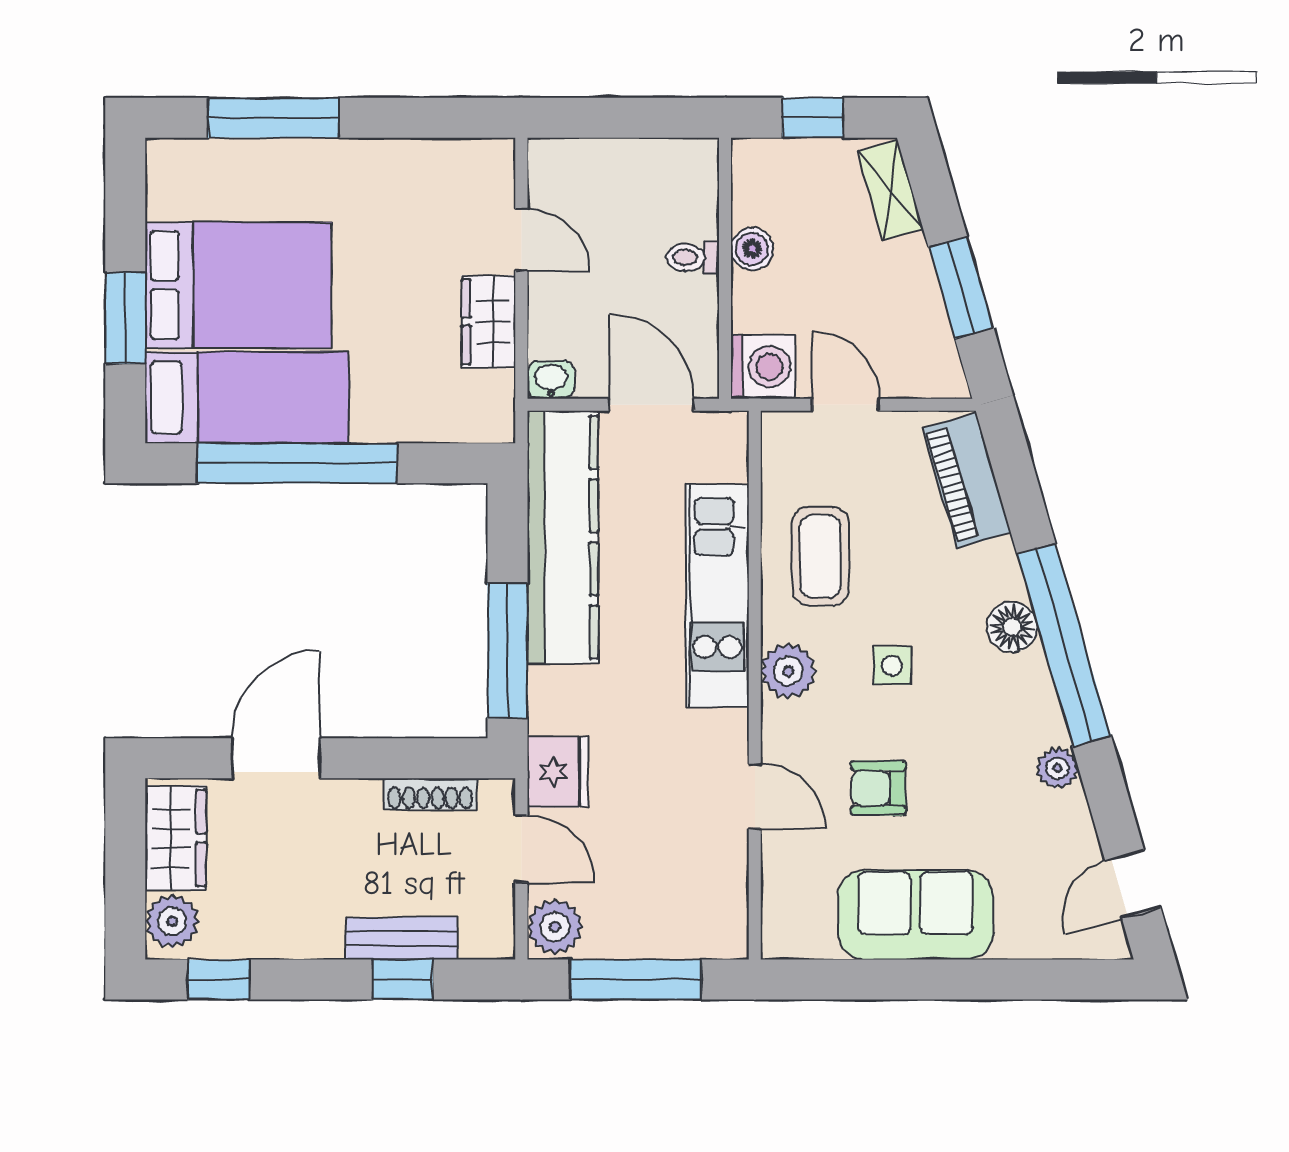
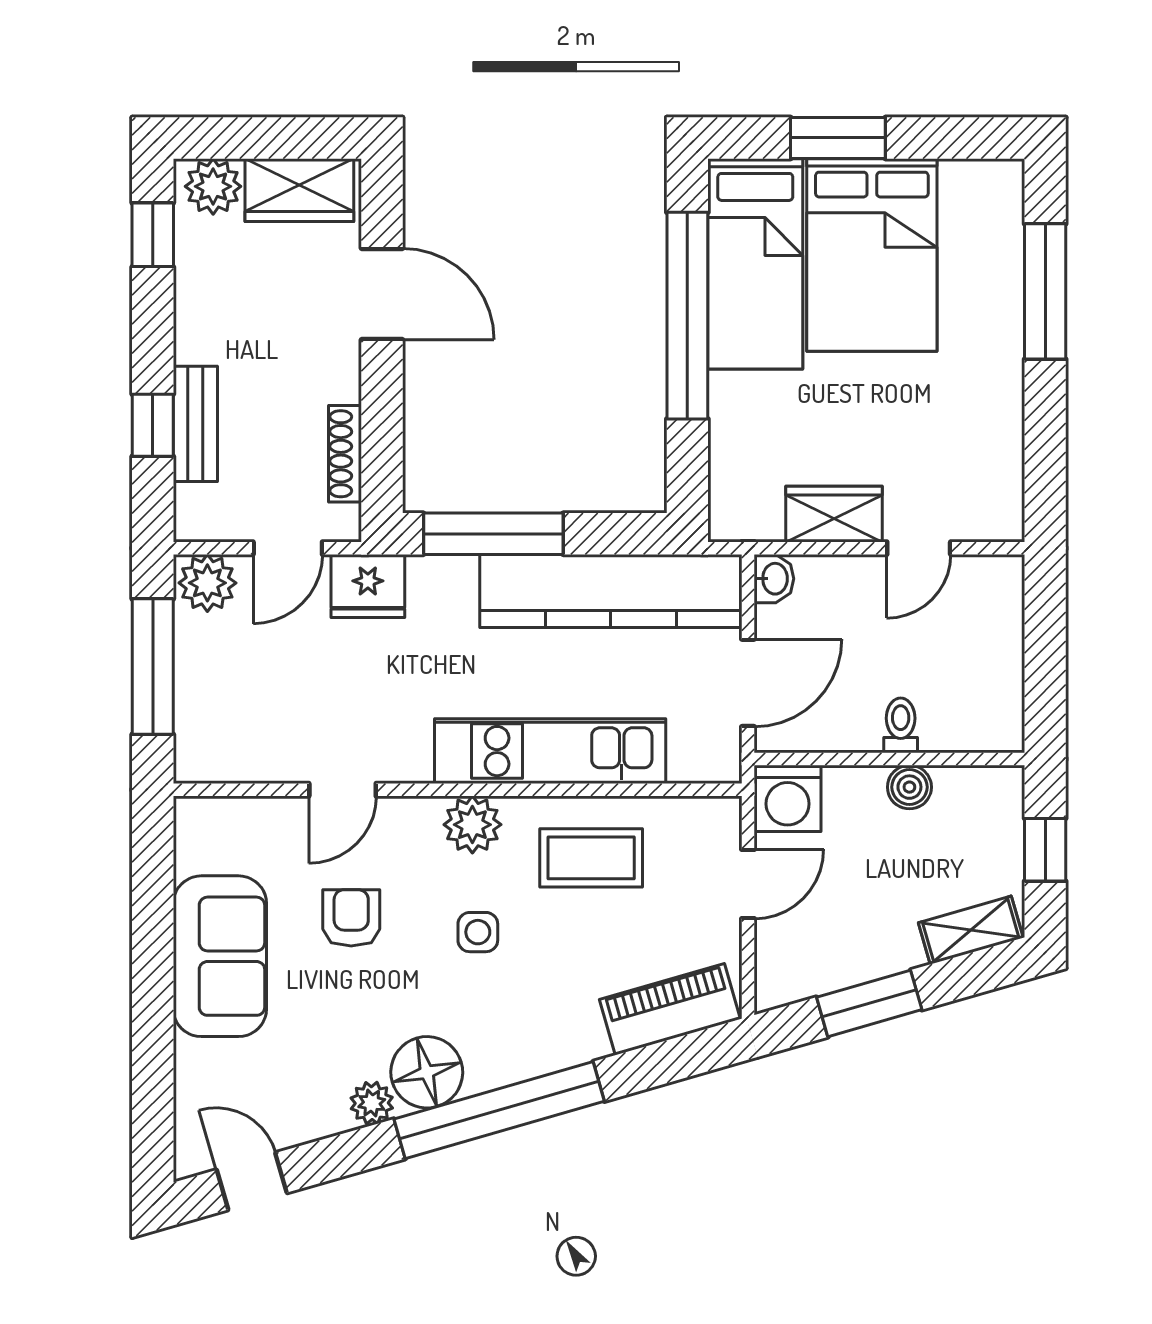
floor lamp: (1012, 627) -> (427, 1072), moved, width x1.38, depth x1.38

